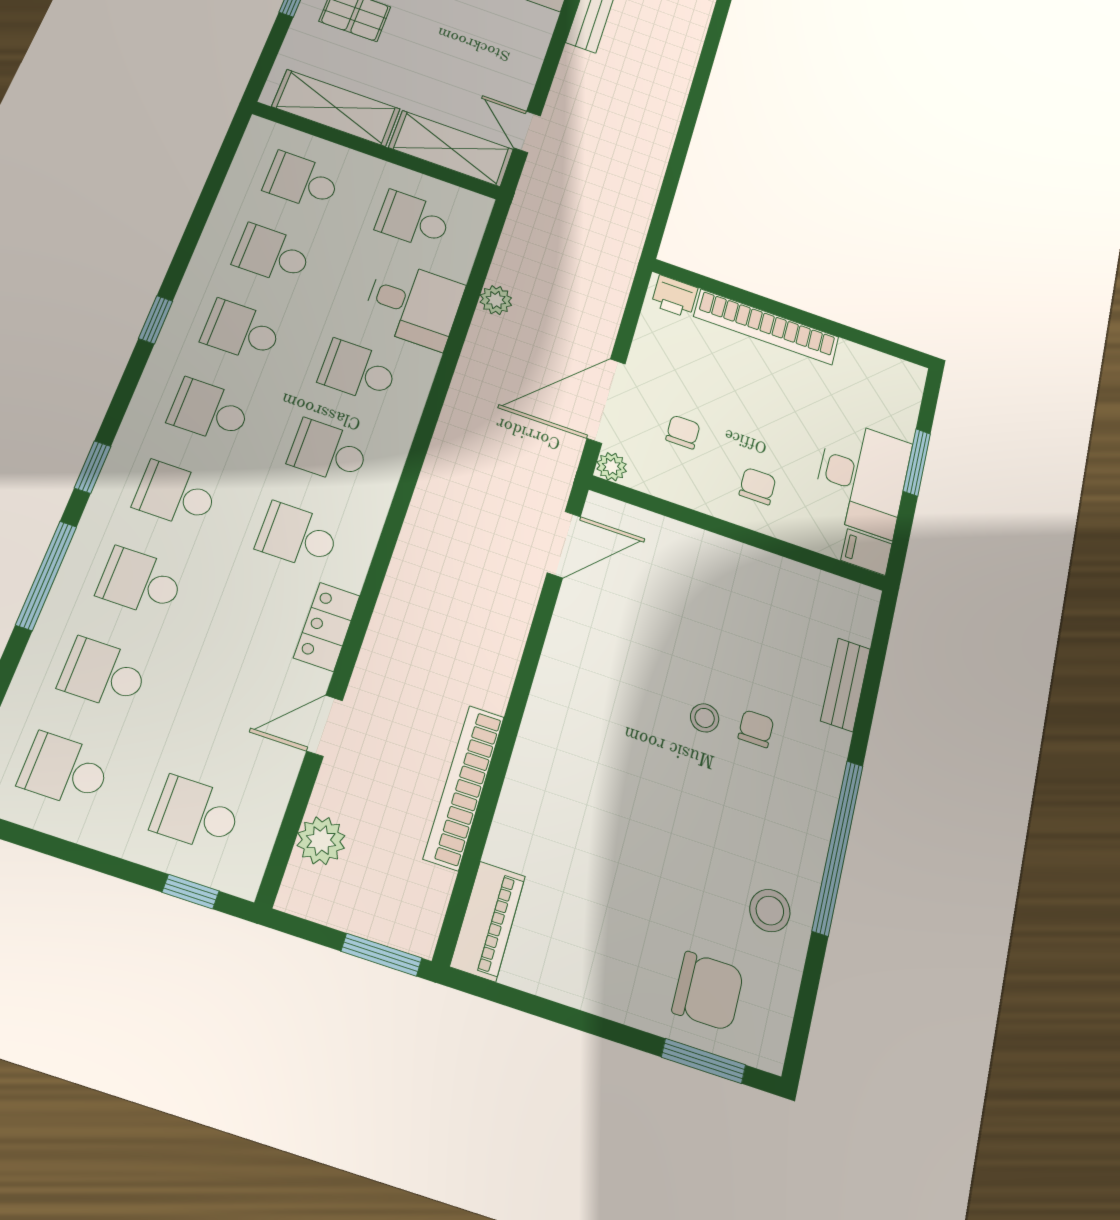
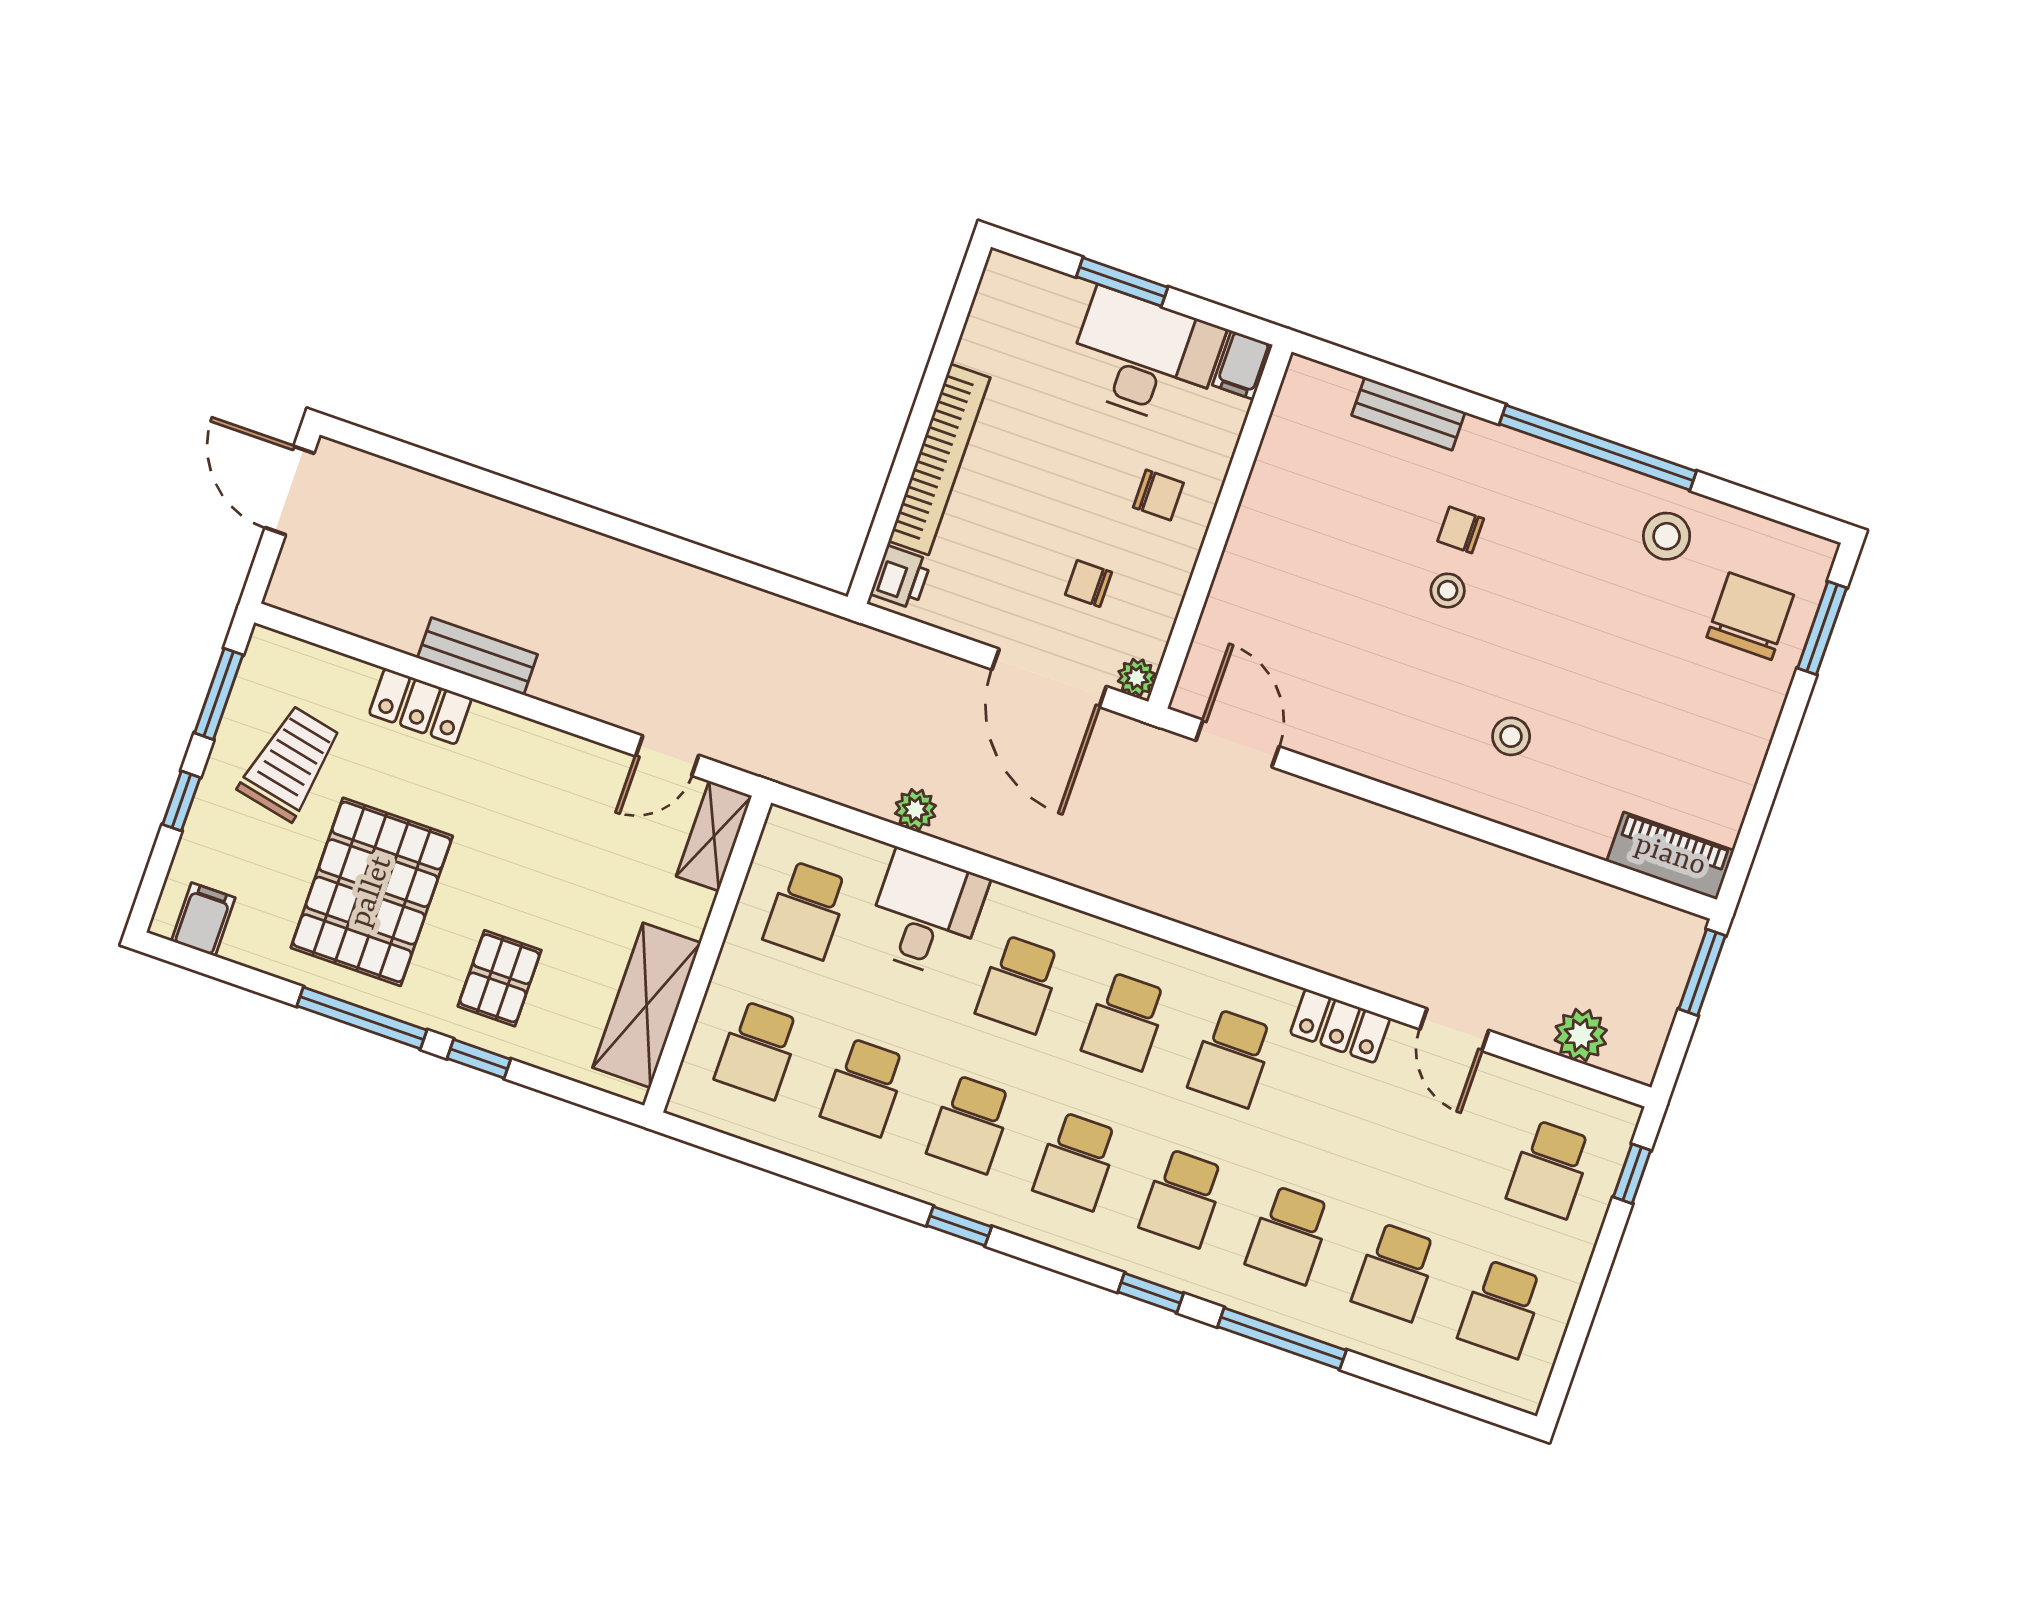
shelving: (451, 149) -> (714, 836), width x0.67, depth x0.75
chair: (757, 486) -> (1158, 495), turned 180
stool: (585, 774) -> (1511, 736), added
bookcase: (464, 787) -> (1524, 876), removed

